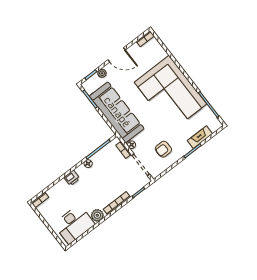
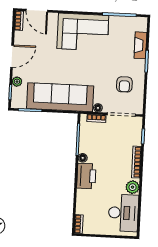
door: (163, 45) -> (37, 11), added
corner sofa: (170, 93) -> (83, 32), width x0.73, depth x0.74
printer: (72, 178) -> (86, 176), width x1.87, depth x1.48

